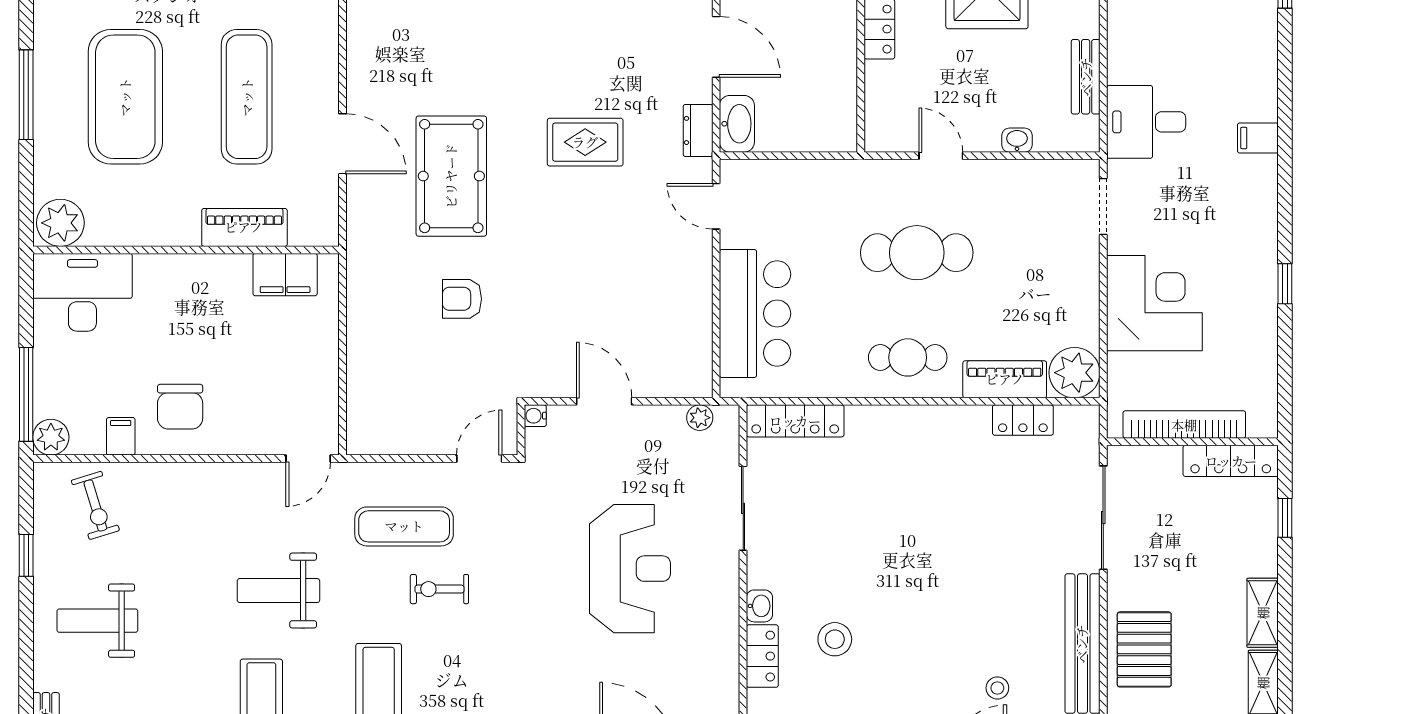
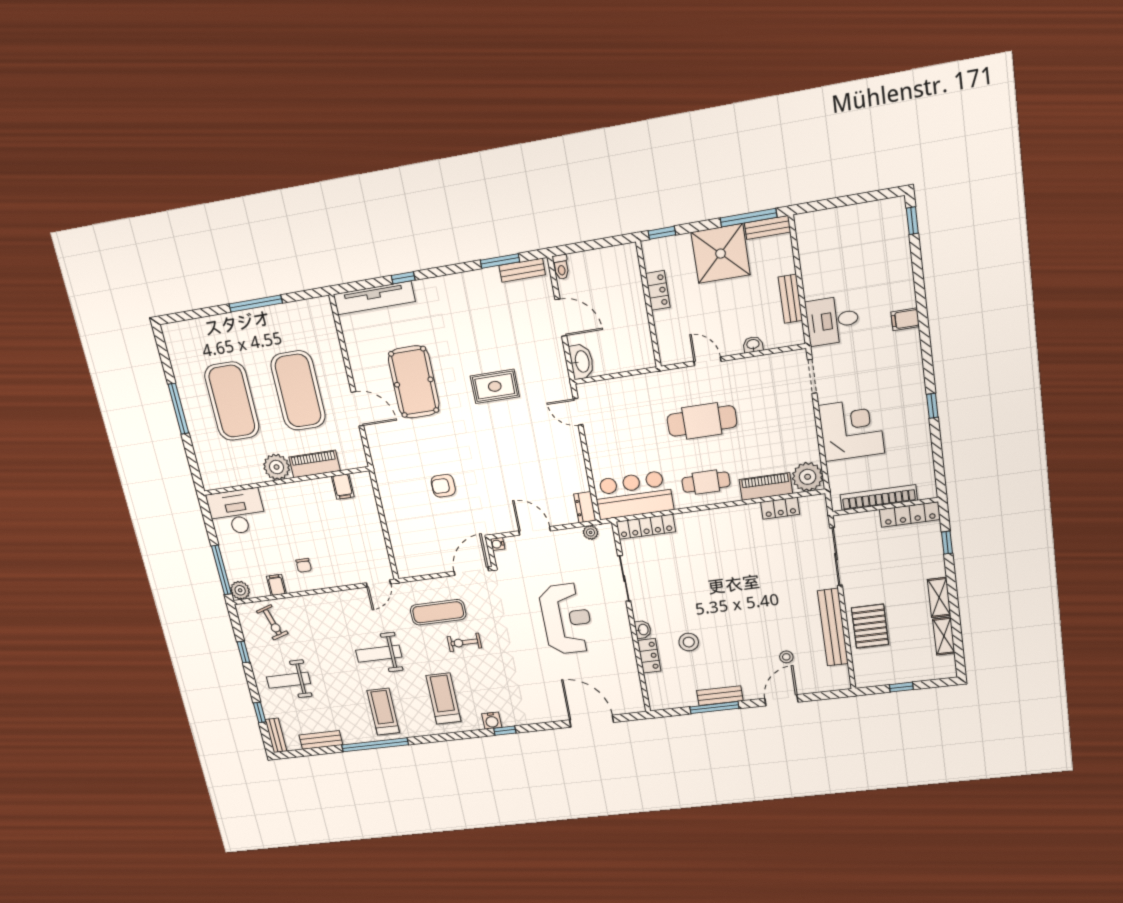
exercise mat: (247, 97) -> (298, 391), width x1.47
dresser: (698, 130) -> (585, 507), moved
pool table: (451, 176) -> (414, 382), moved
plant: (60, 223) -> (277, 467), moved
filing cabinet: (285, 275) -> (343, 487), width x0.50
bar counter: (755, 313) -> (633, 495), moved, turned -90
chair: (180, 407) -> (304, 565), width x0.54, depth x0.54
door: (479, 459) -> (471, 571), width x1.38
window: (26, 677) -> (260, 712), added

